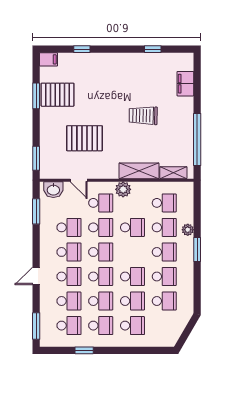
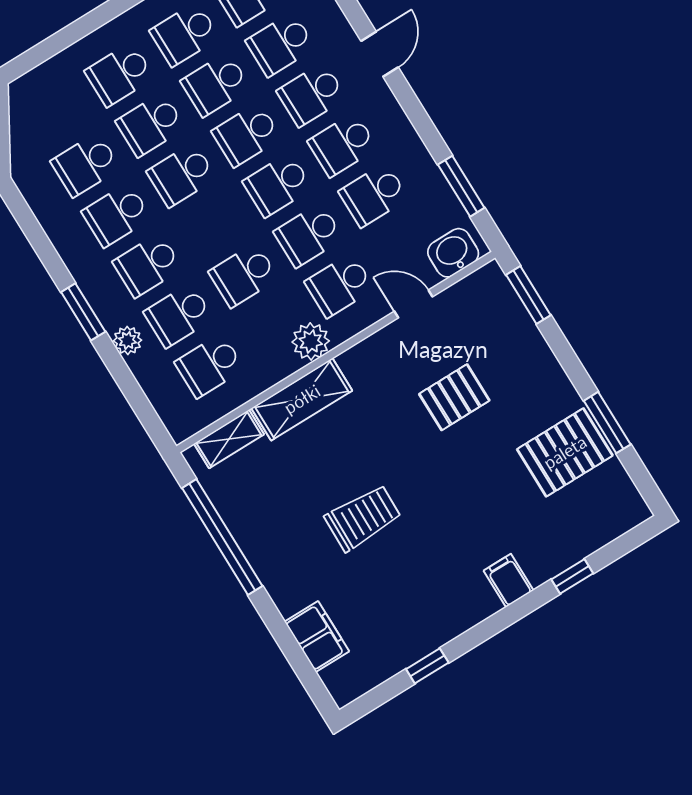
filing cabinet: (48, 59) -> (509, 580), moved, turned 90
pallet: (85, 138) -> (454, 397), width x0.67, depth x0.71

